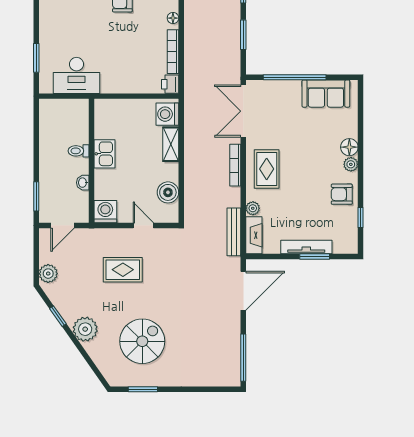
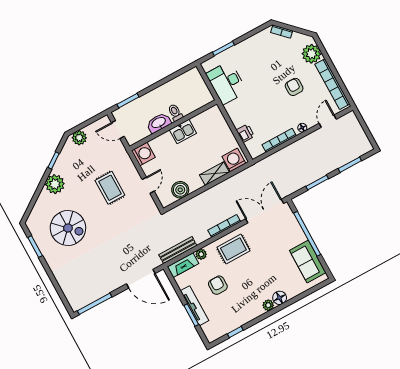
printer: (170, 84) -> (245, 133), moved, turned 90
washbasin: (83, 183) -> (159, 123), width x1.91, depth x1.45
armchair: (342, 194) -> (218, 285), moved

